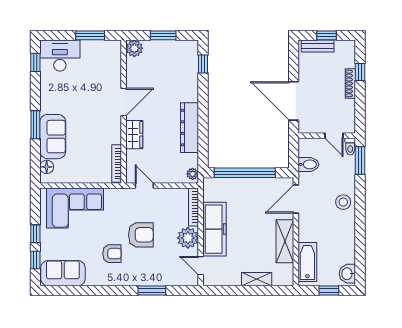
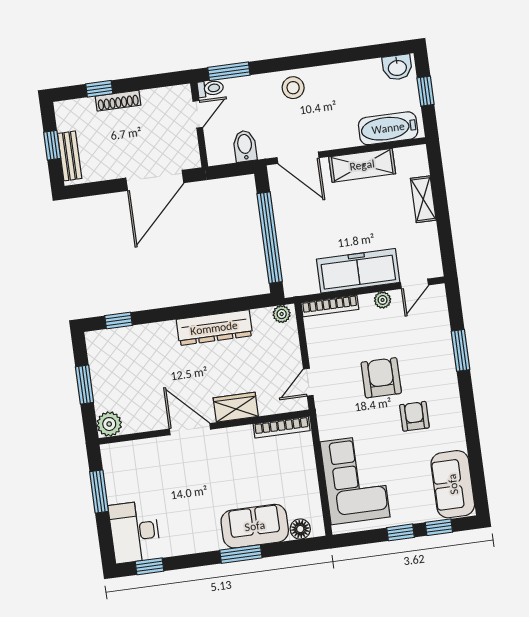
plant: (188, 238) -> (383, 300), width x0.53, depth x0.53

